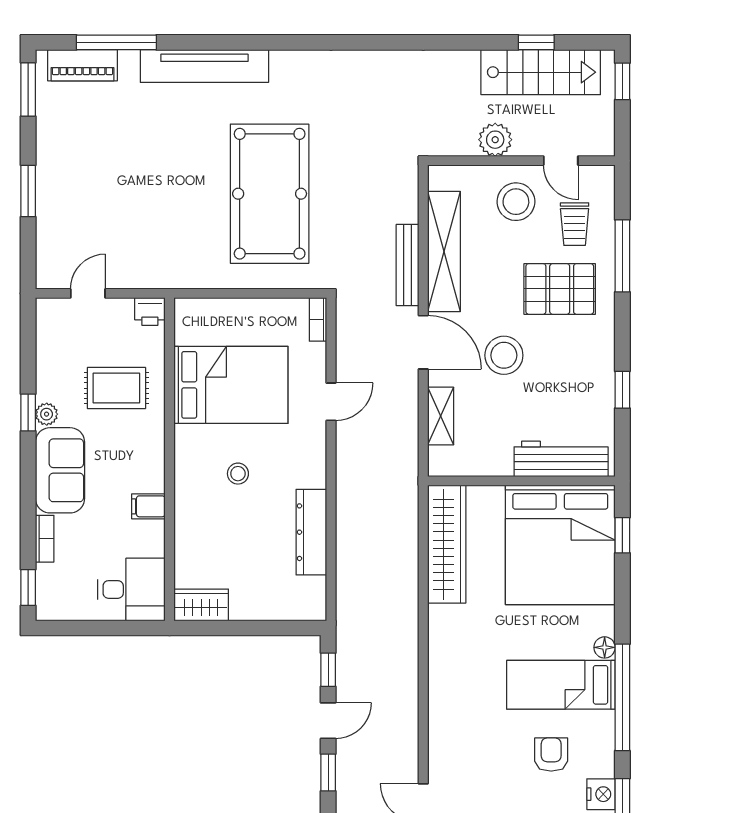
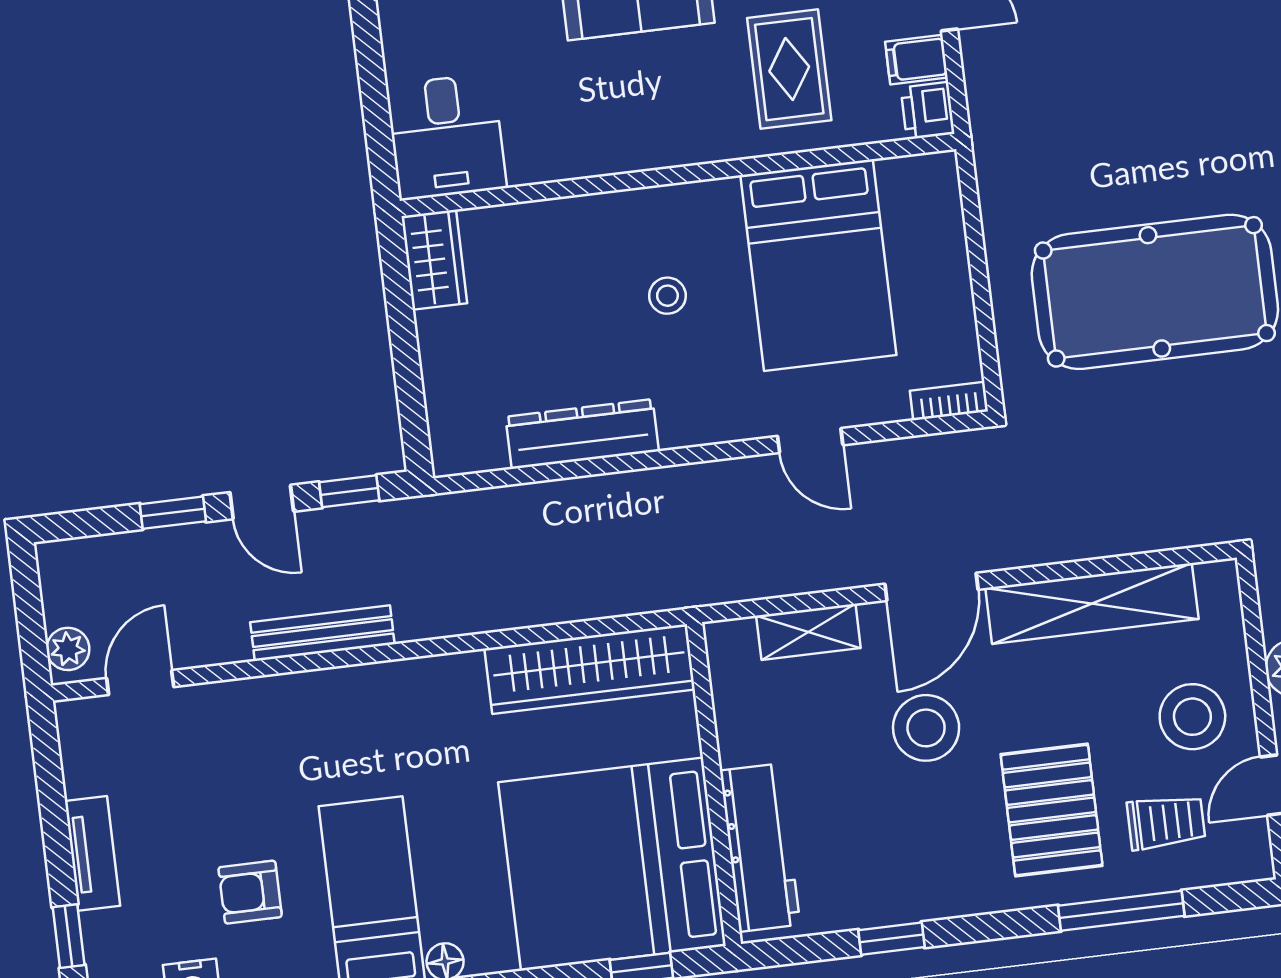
trolley: (575, 224) -> (1166, 822), turned 180
bench: (408, 265) -> (322, 633), moved
filing cabinet: (148, 506) -> (916, 60), moved, turned -90
armchair: (551, 755) -> (250, 892), turned 180

